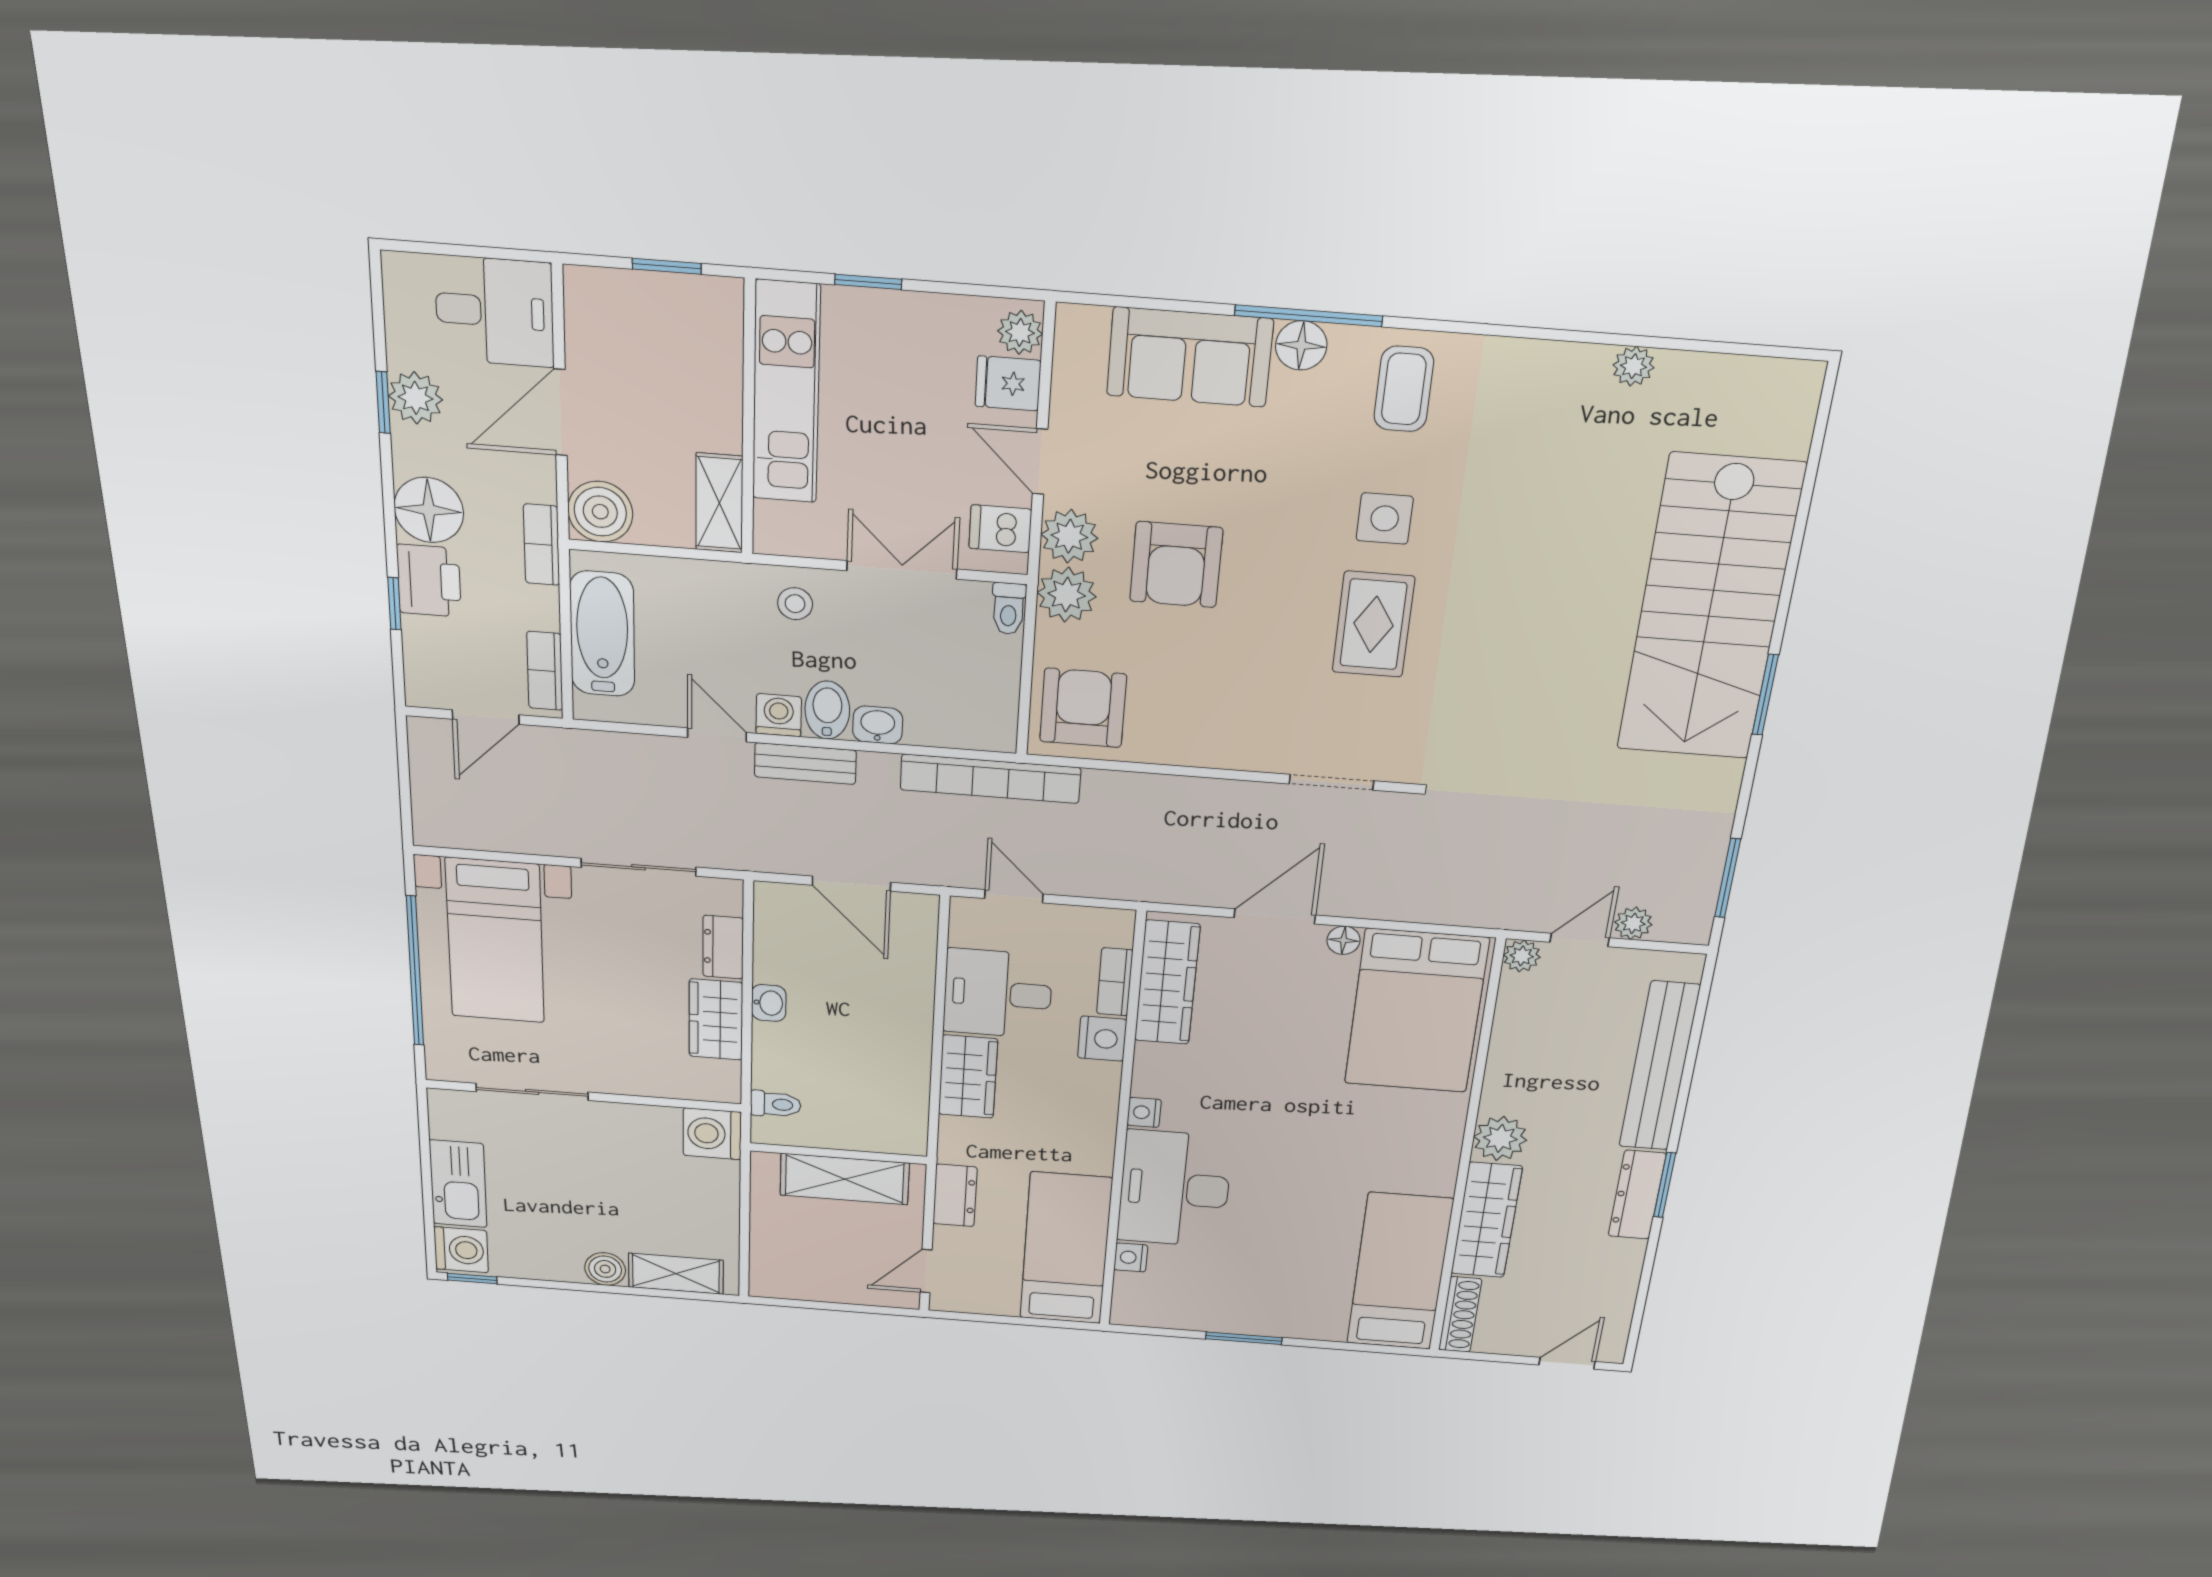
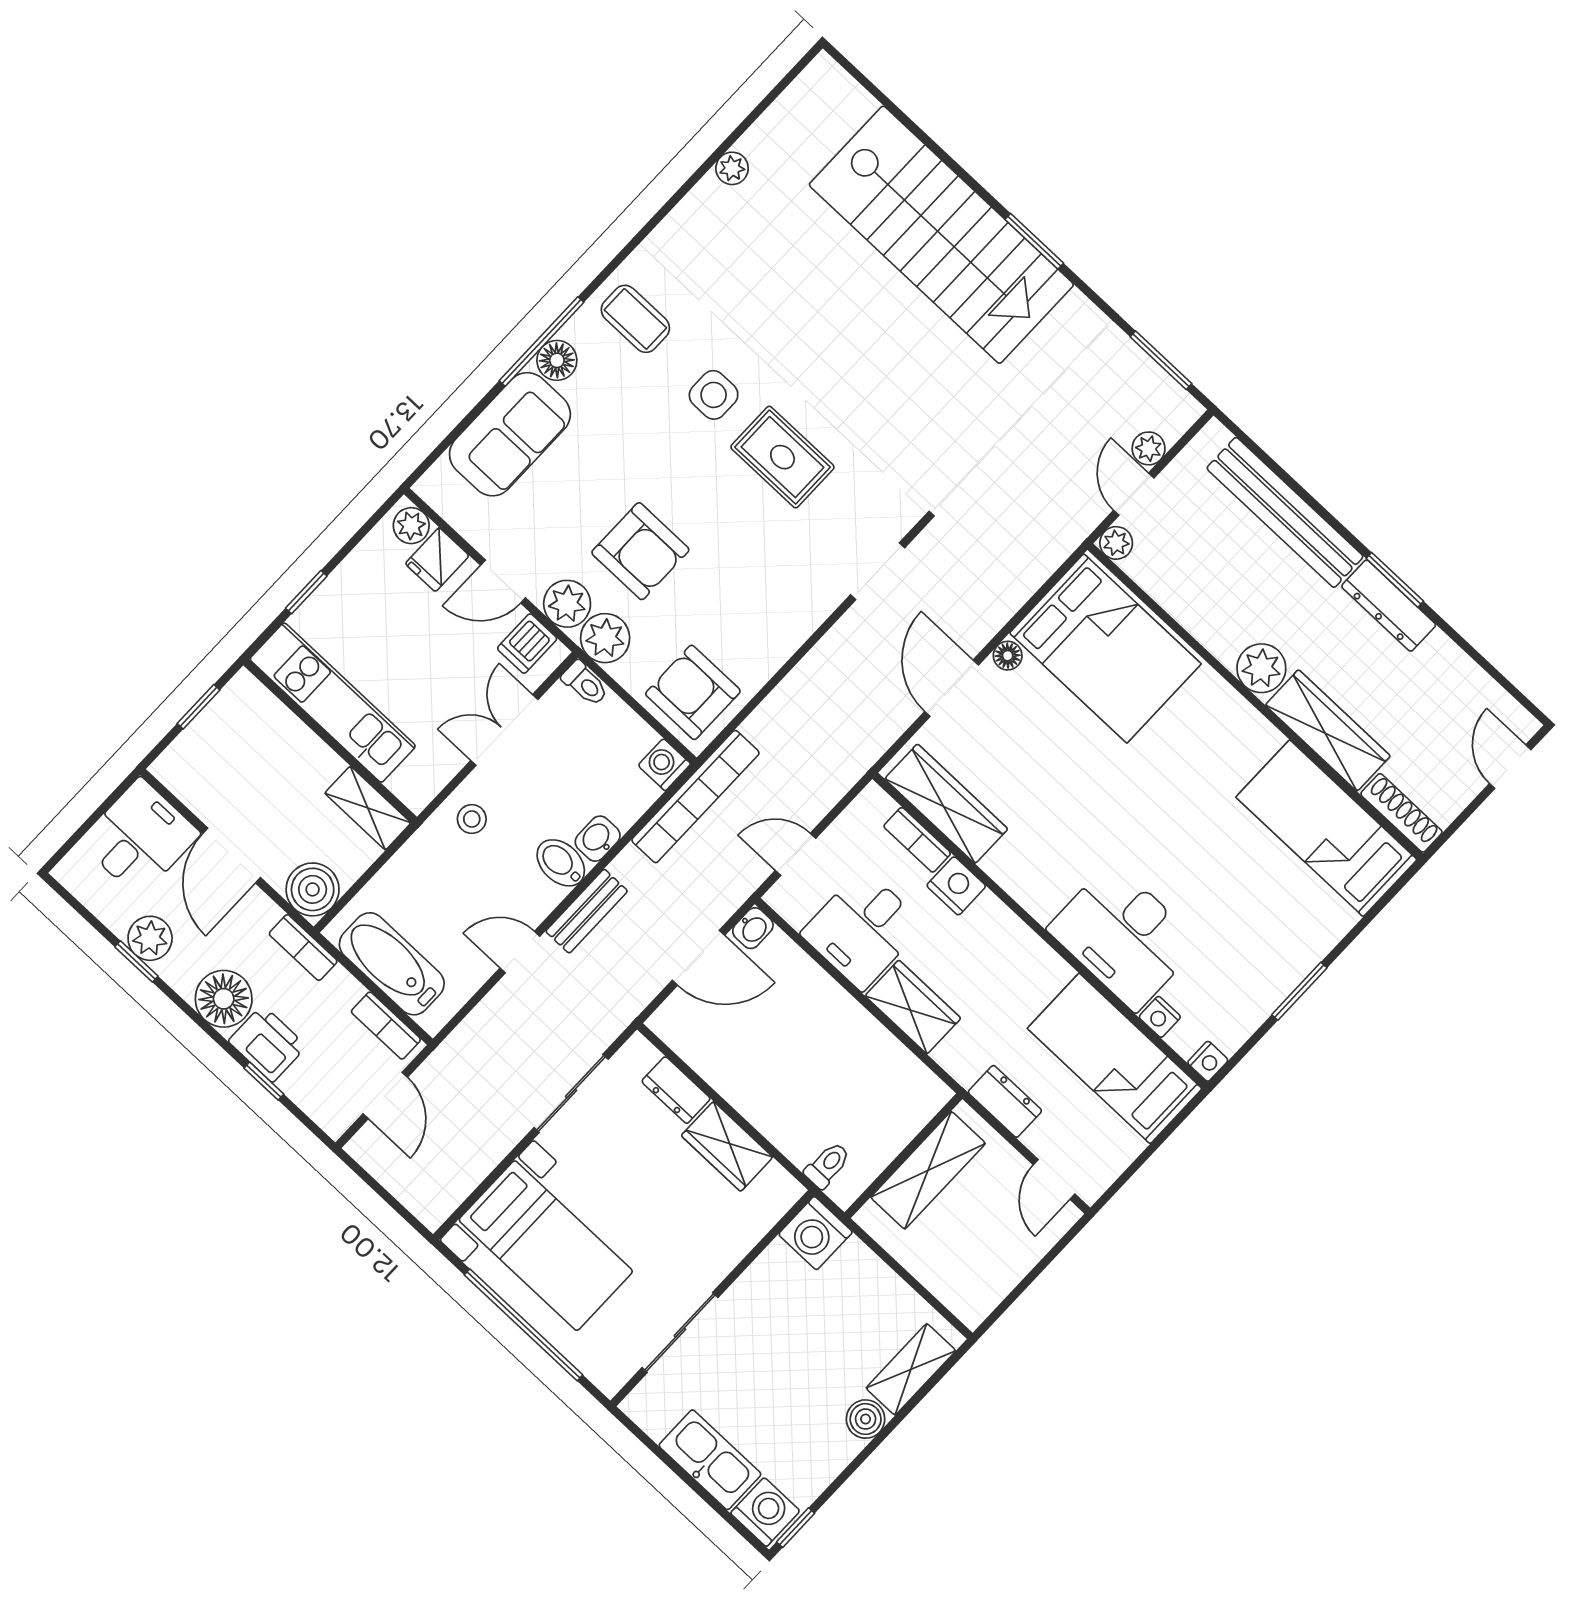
washing machine: (779, 715) -> (664, 765), moved
washbasin: (769, 1003) -> (753, 928), moved, turned 90
nightstand: (1144, 1112) -> (1208, 1061), moved, turned -90

